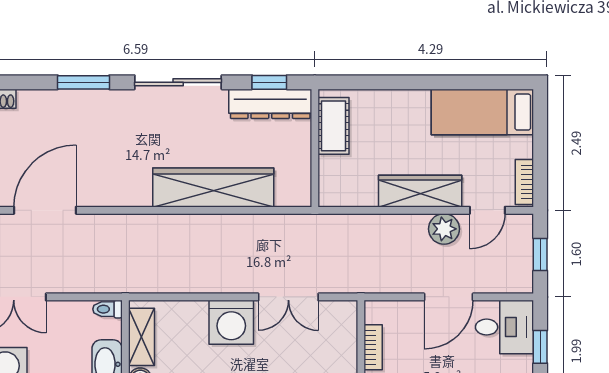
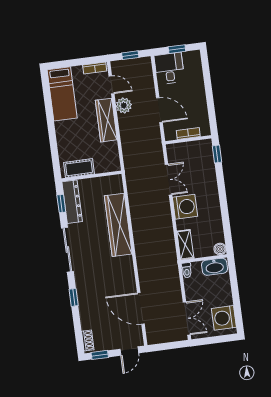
window: (83, 82) -> (74, 297), width x0.67
door: (449, 297) -> (159, 110), moved
shelving: (142, 337) -> (185, 245), moved, turned 90

